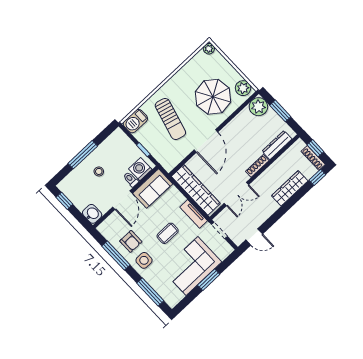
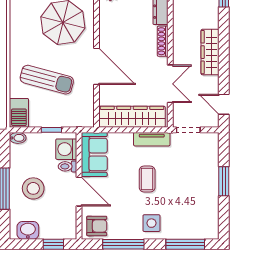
bidet: (120, 134) -> (18, 138), added
stool: (99, 171) -> (33, 188), width x1.89, depth x1.89
wardrobe: (290, 188) -> (210, 52), moved
window: (64, 201) -> (53, 244), moved
washbasin: (92, 214) -> (28, 230), moved
door: (254, 237) -> (224, 104), swing flipped
armchair: (131, 241) -> (97, 226), moved
corner sofa: (192, 266) -> (197, 185), removed

